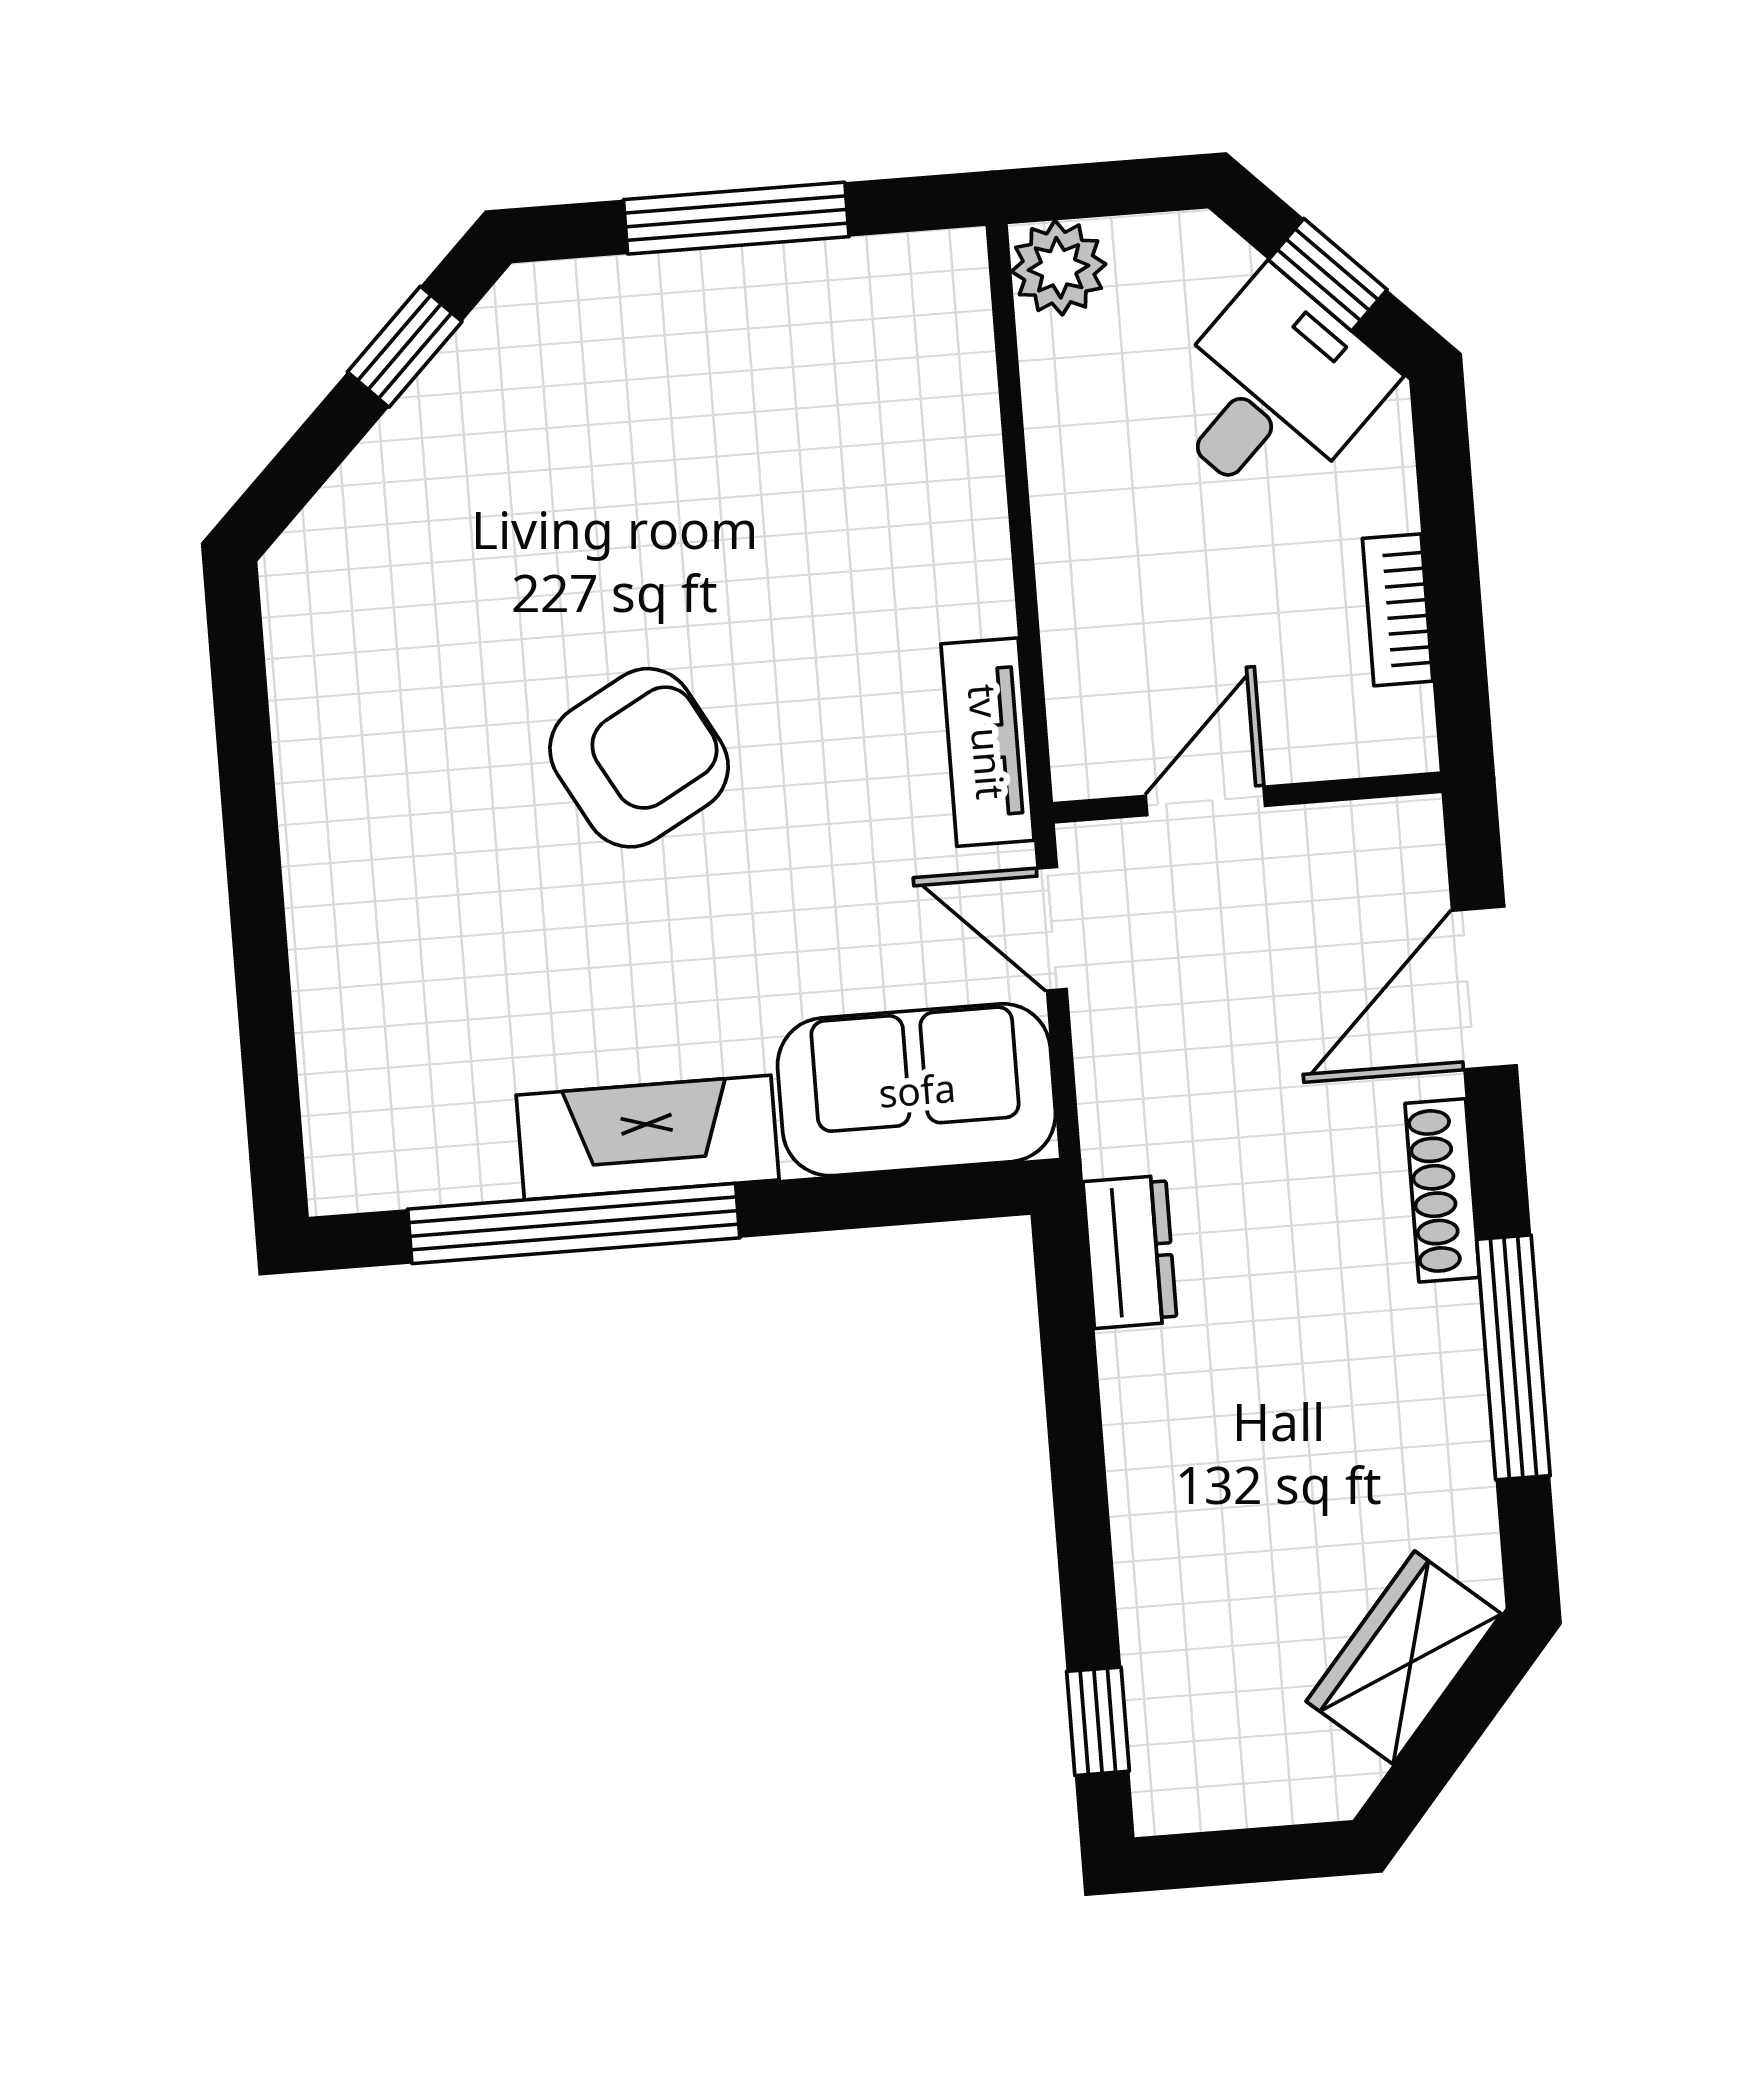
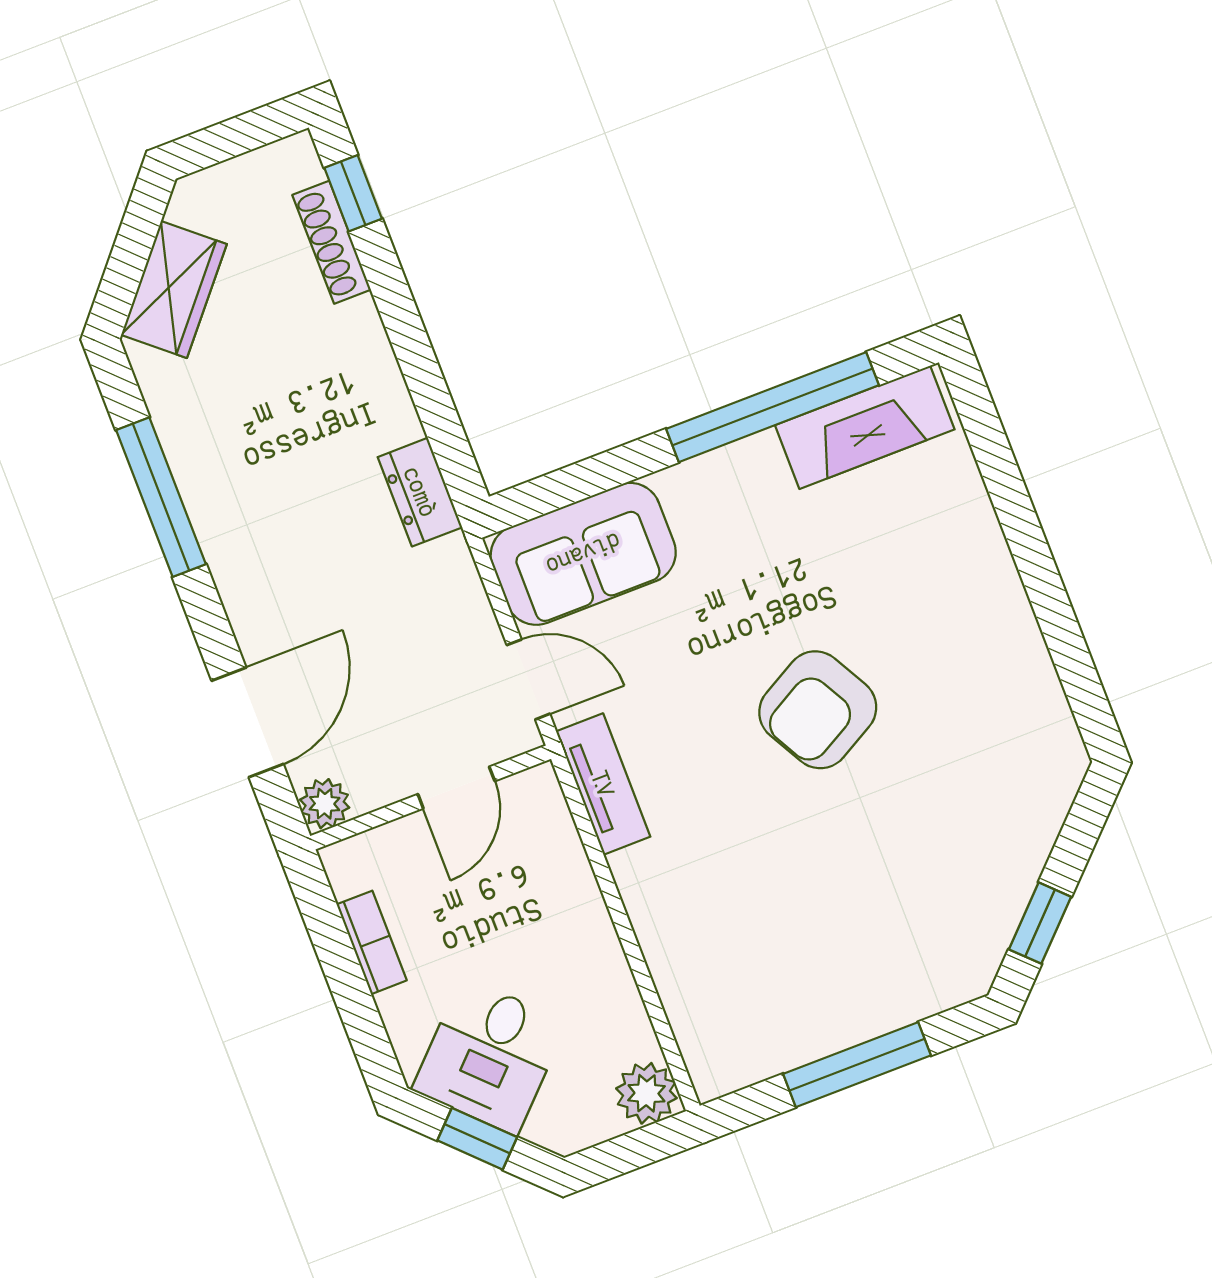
plant: (1406, 835) -> (325, 804), added
fireplace: (648, 1137) -> (865, 427), moved
shoe rack: (1442, 1190) -> (332, 242), moved, turned 180

